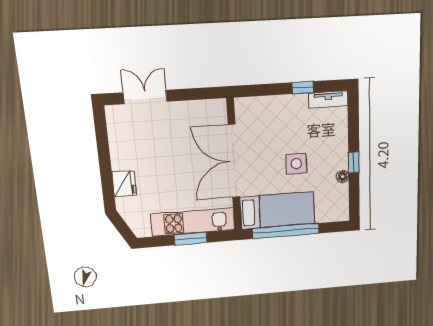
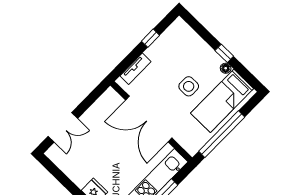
double door: (145, 97) -> (63, 127), swing flipped
tv unit: (328, 100) -> (135, 69), moved
bed: (277, 210) -> (222, 101), moved, turned 180

